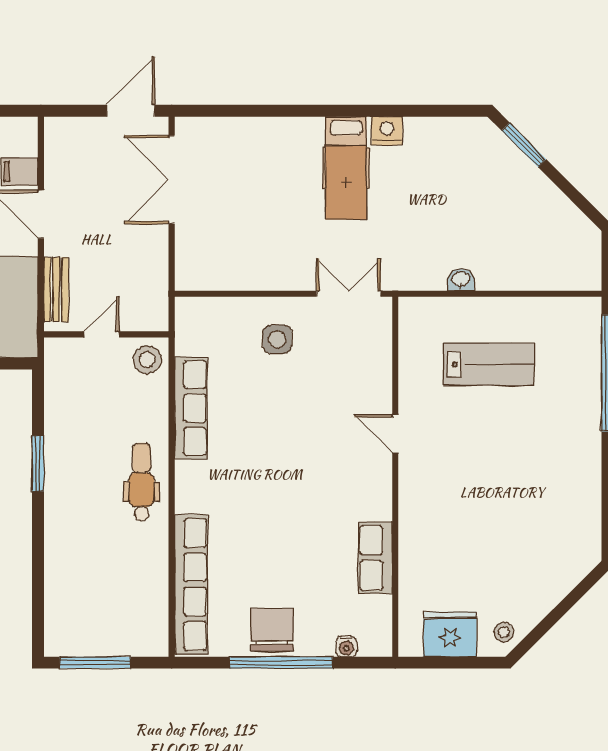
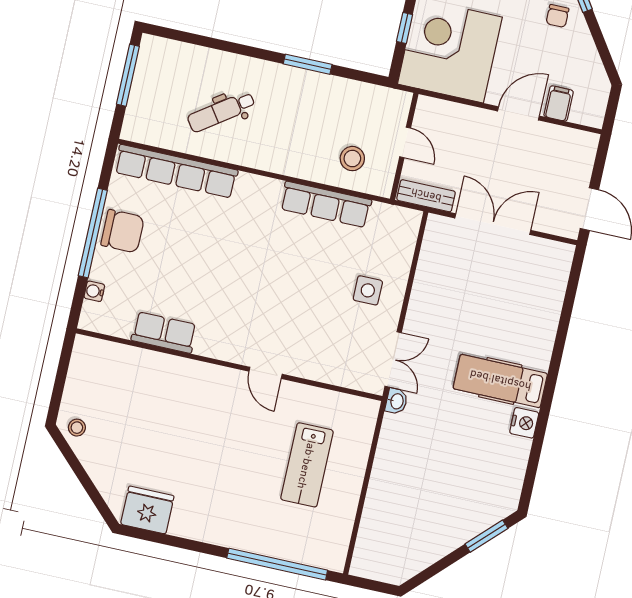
double door: (172, 180) -> (493, 224), moved
washbasin: (461, 280) -> (396, 401), moved
bench: (56, 289) -> (426, 196), moved
stool: (147, 360) -> (352, 159), moved
door: (395, 434) -> (266, 373), swing flipped
dental chair: (142, 482) -> (221, 112), moved, turned 145
fridge: (450, 634) -> (147, 510), moved, turned -90

